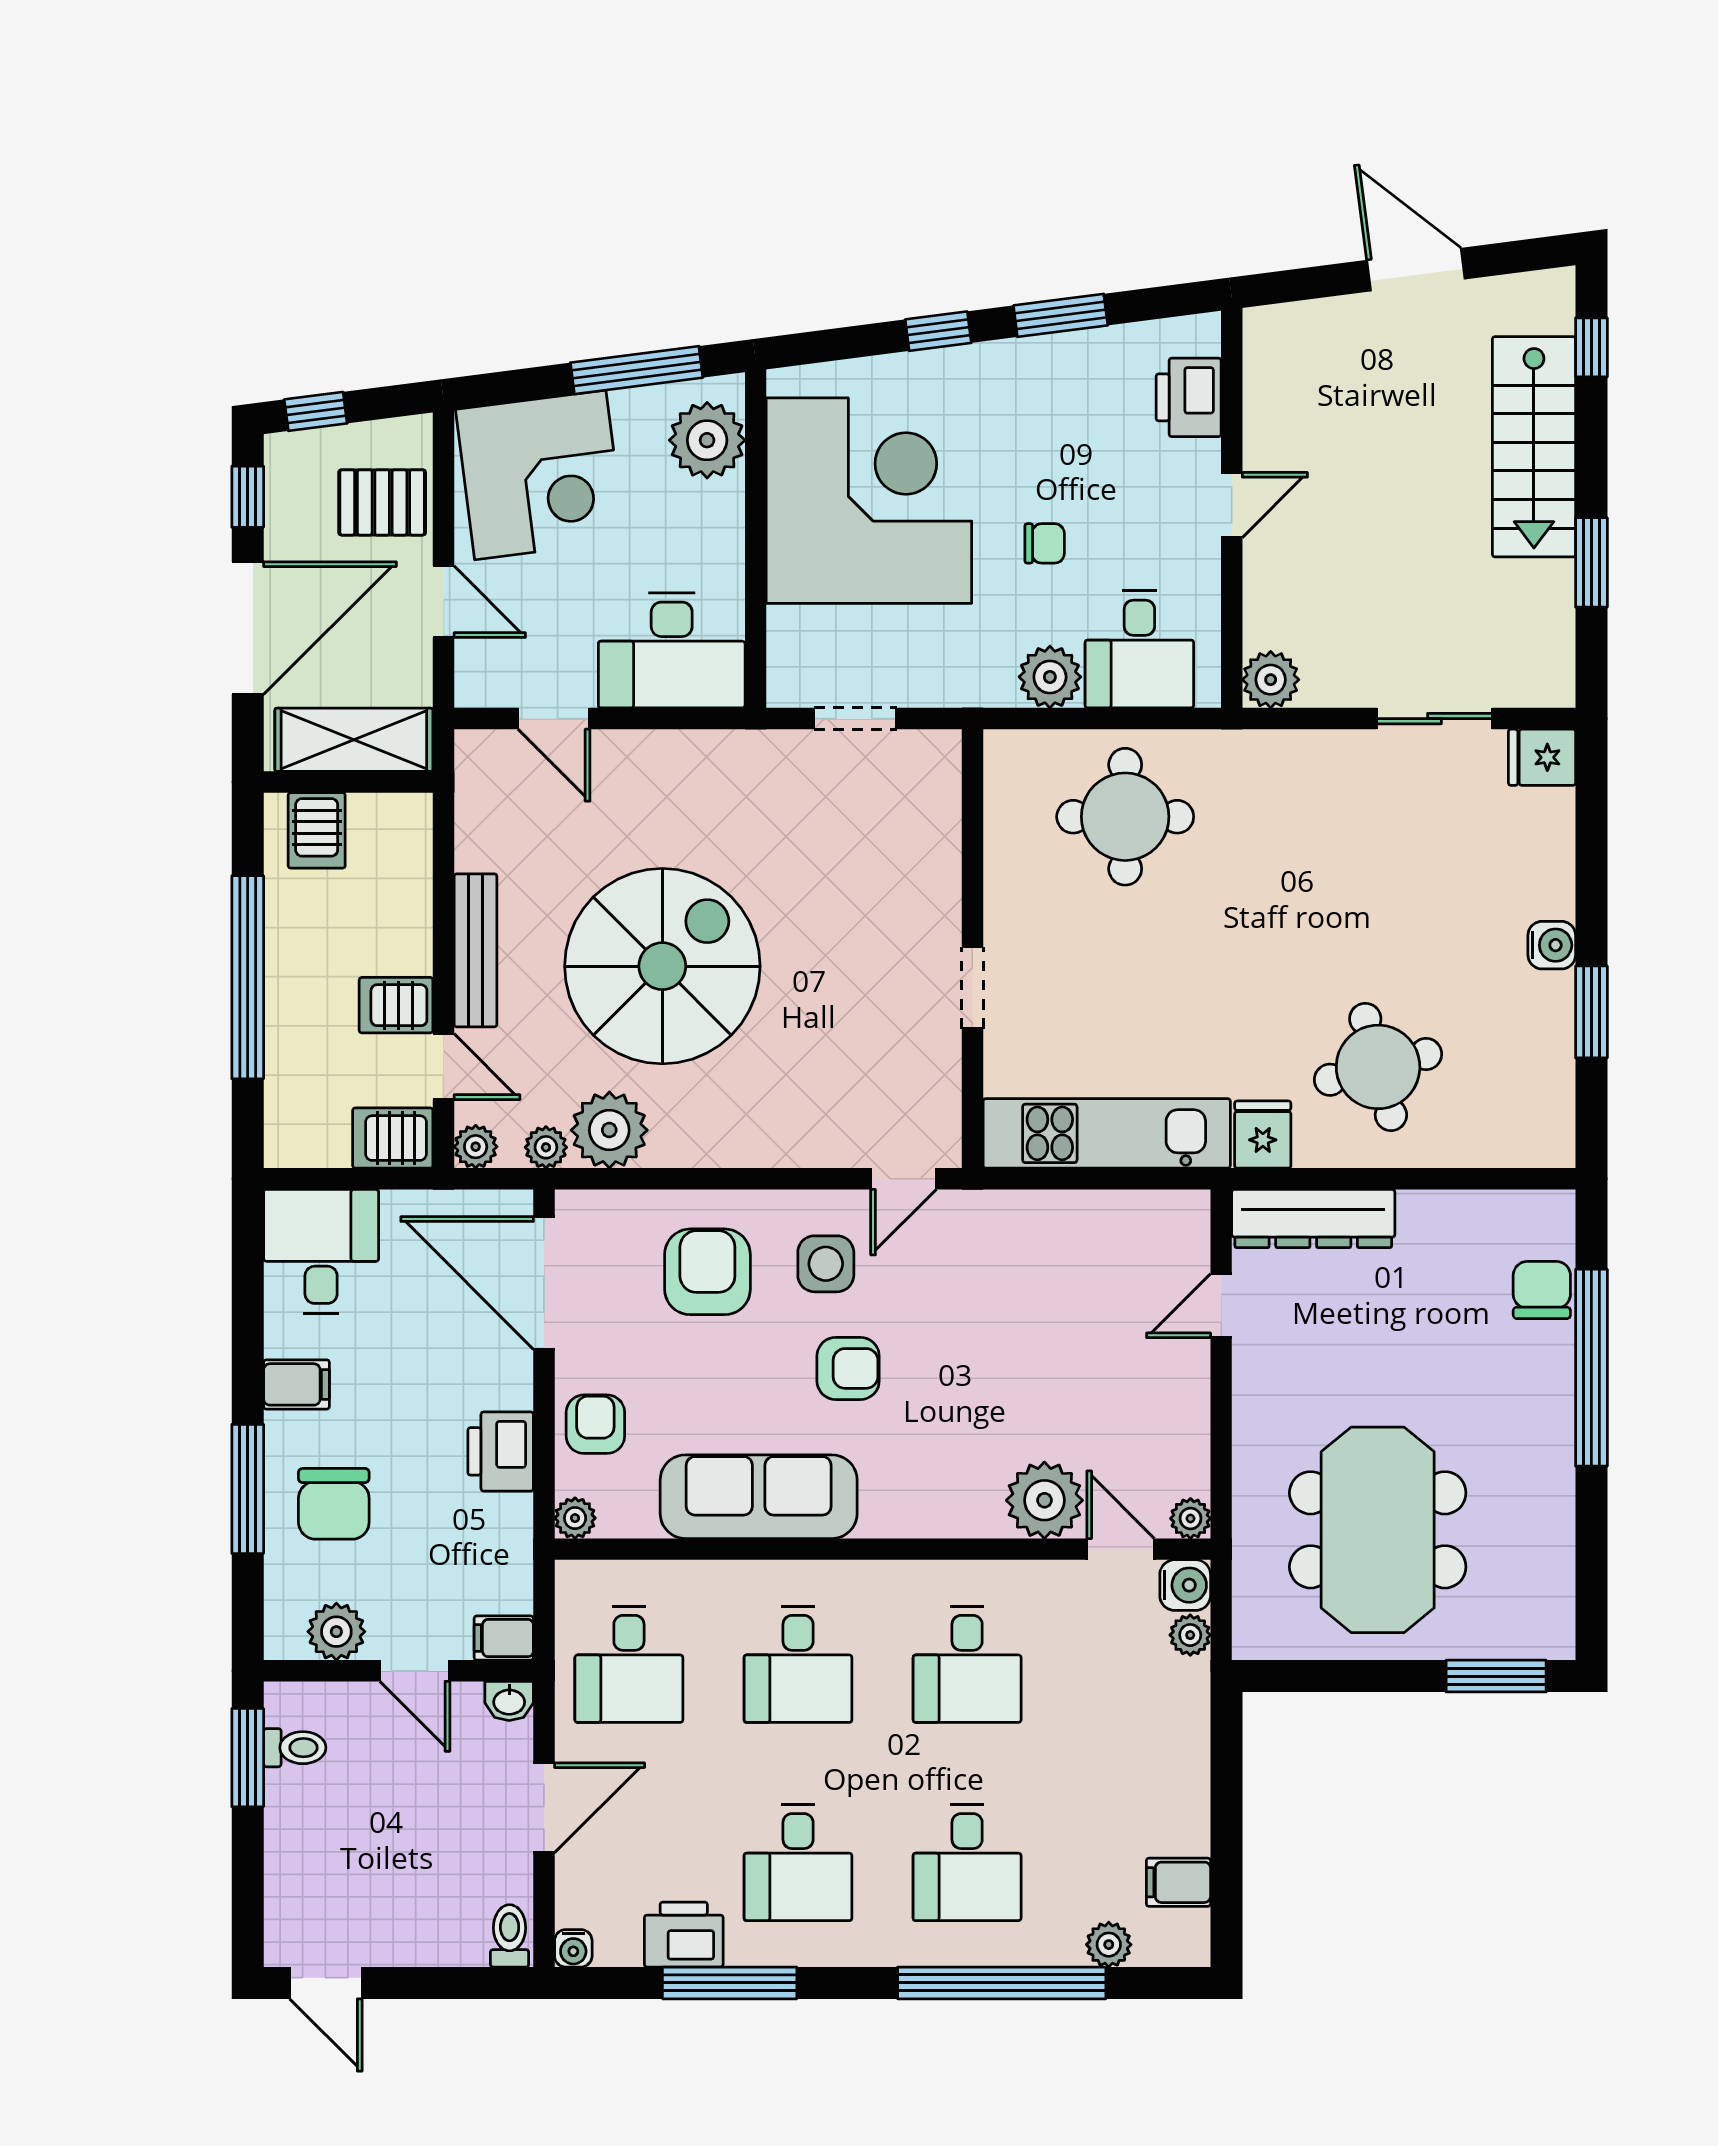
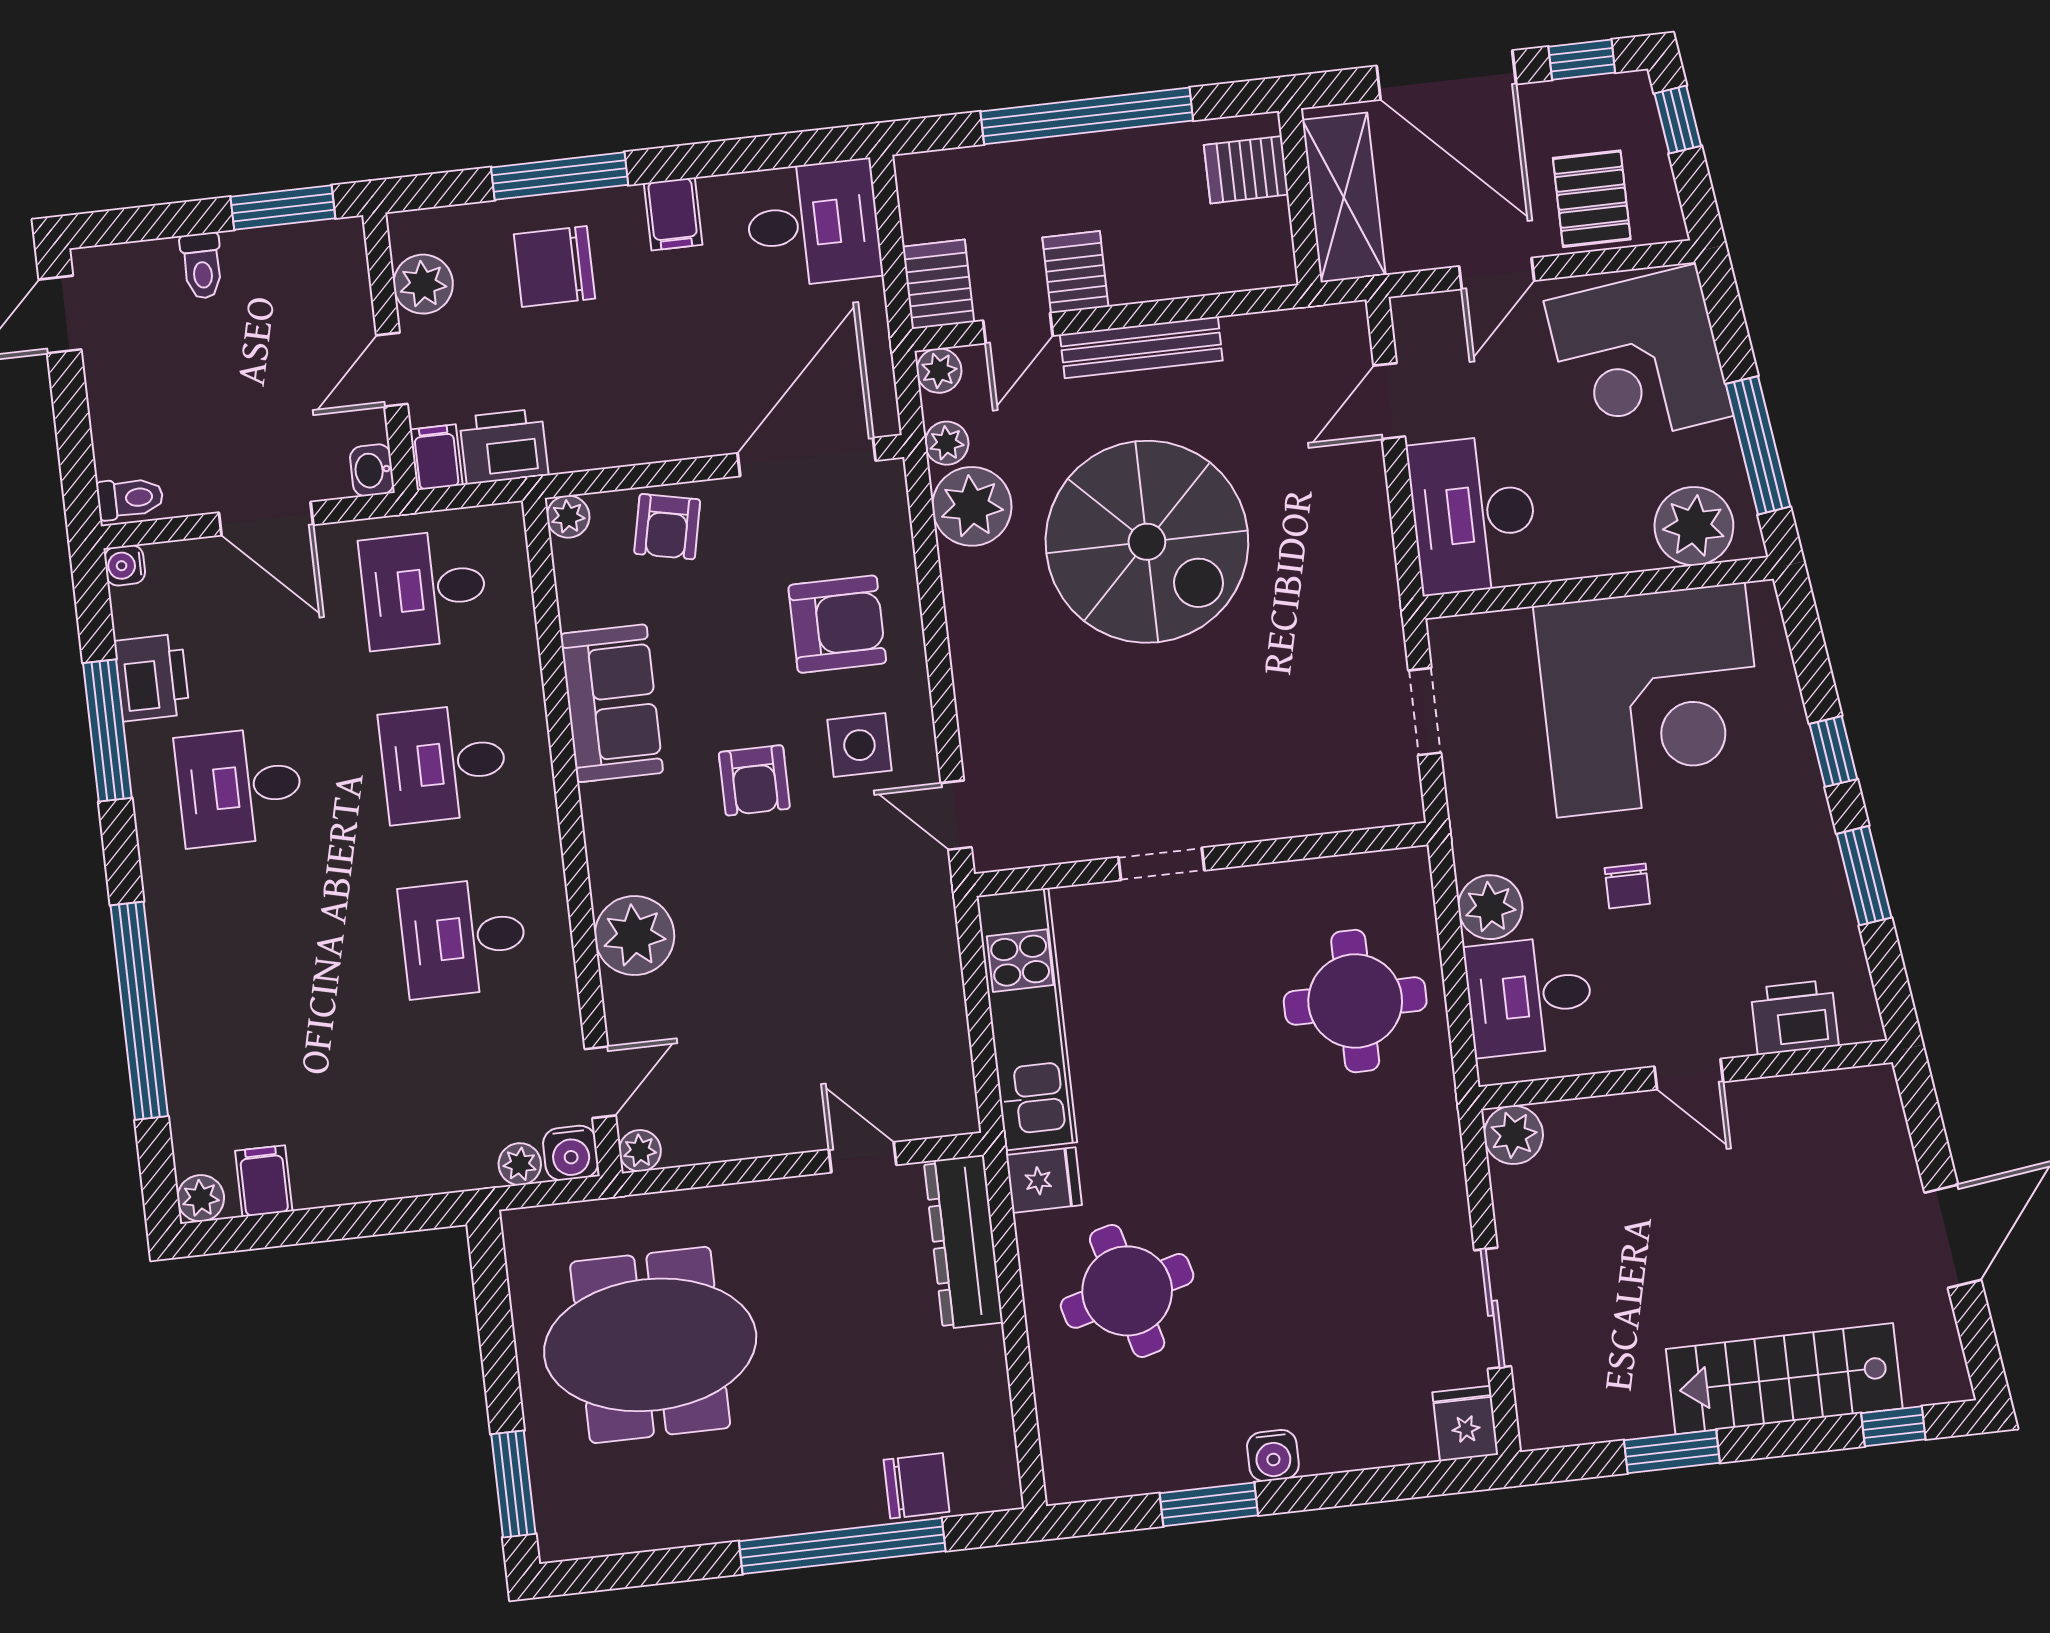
armchair: (595, 1424) -> (667, 527), turned 102
printer: (501, 1451) -> (504, 446), moved
sofa: (759, 1497) -> (612, 703), width x0.73
plant: (1044, 1500) -> (634, 936), moved
toilet: (295, 1748) -> (202, 266), moved
desk: (967, 1862) -> (259, 961), removed
plant: (1109, 1945) -> (201, 1198), moved

